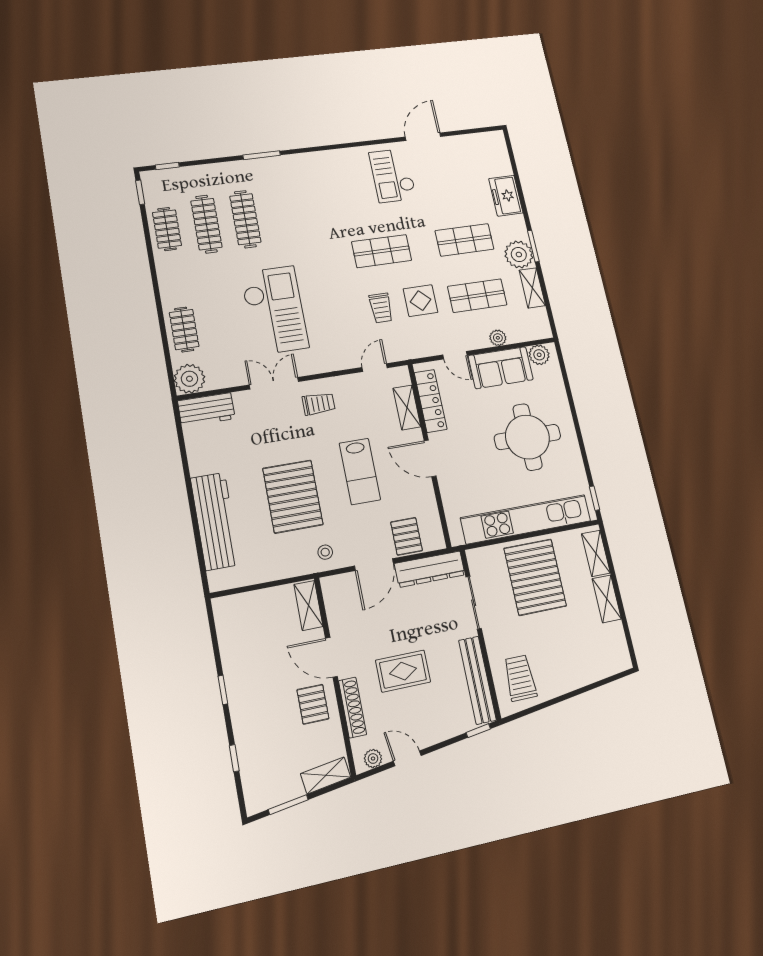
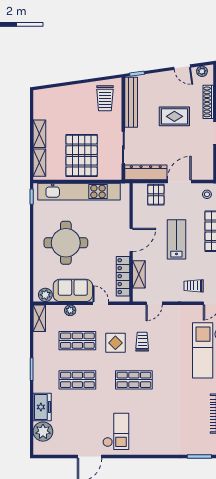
plant: (519, 254) -> (43, 432), moved
shelving: (532, 288) -> (39, 318), moved
door: (430, 458) -> (131, 240), hinge flipped

